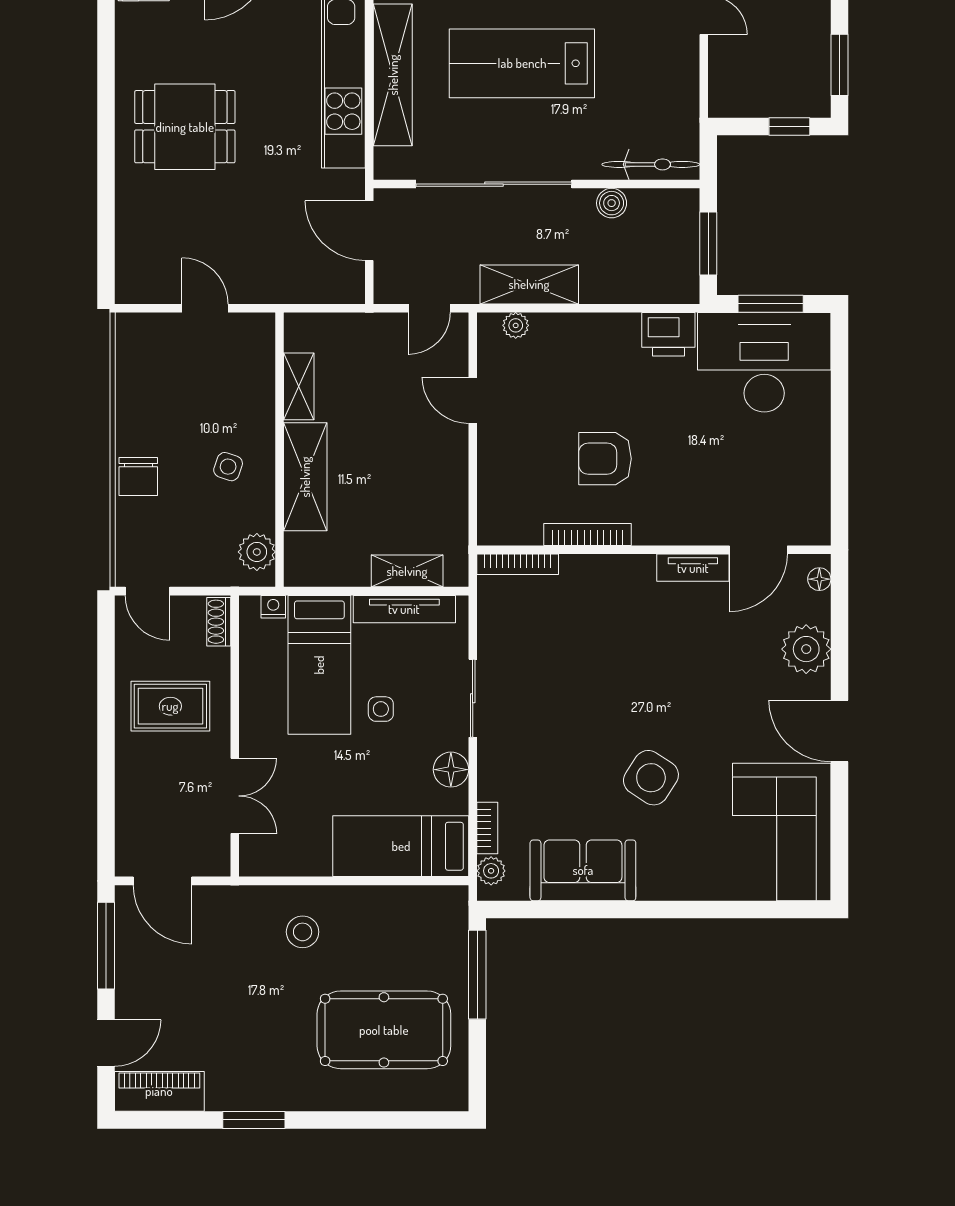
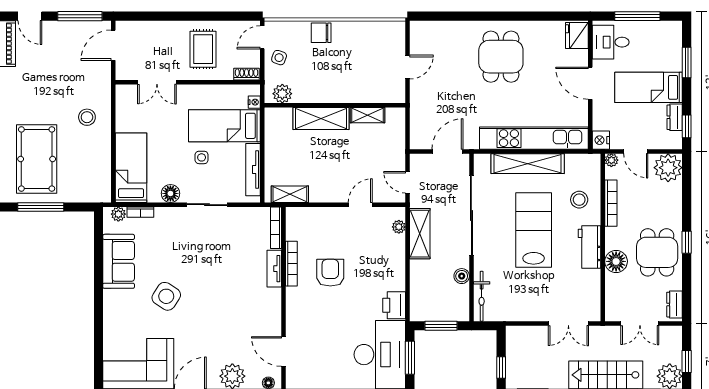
side table: (228, 467) -> (279, 58), moved
tv unit: (693, 568) -> (274, 269), moved
shelving: (407, 571) -> (290, 194), moved, turned 90
window: (477, 975) -> (41, 207), moved

